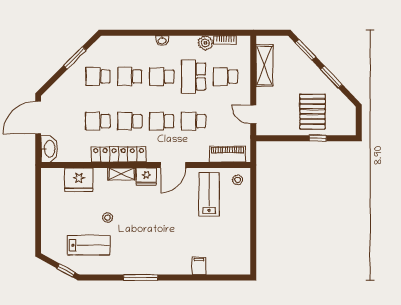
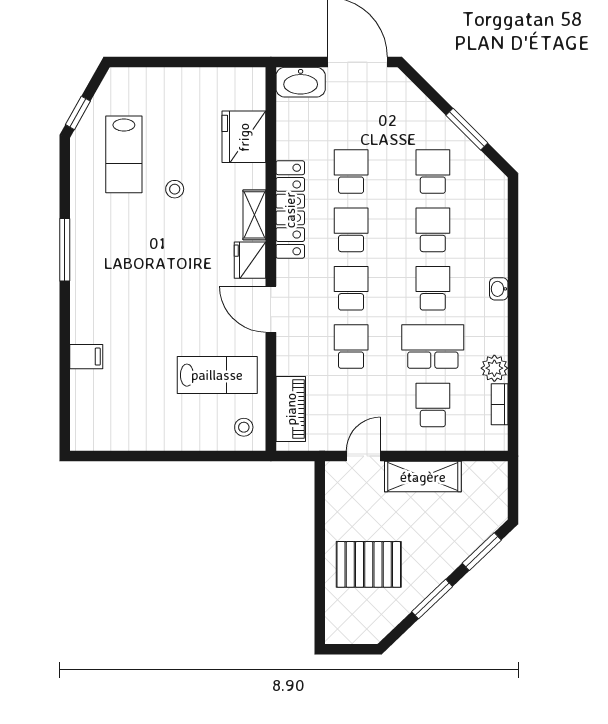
shelving: (264, 66) -> (423, 477), moved
window: (318, 138) -> (320, 574), removed

